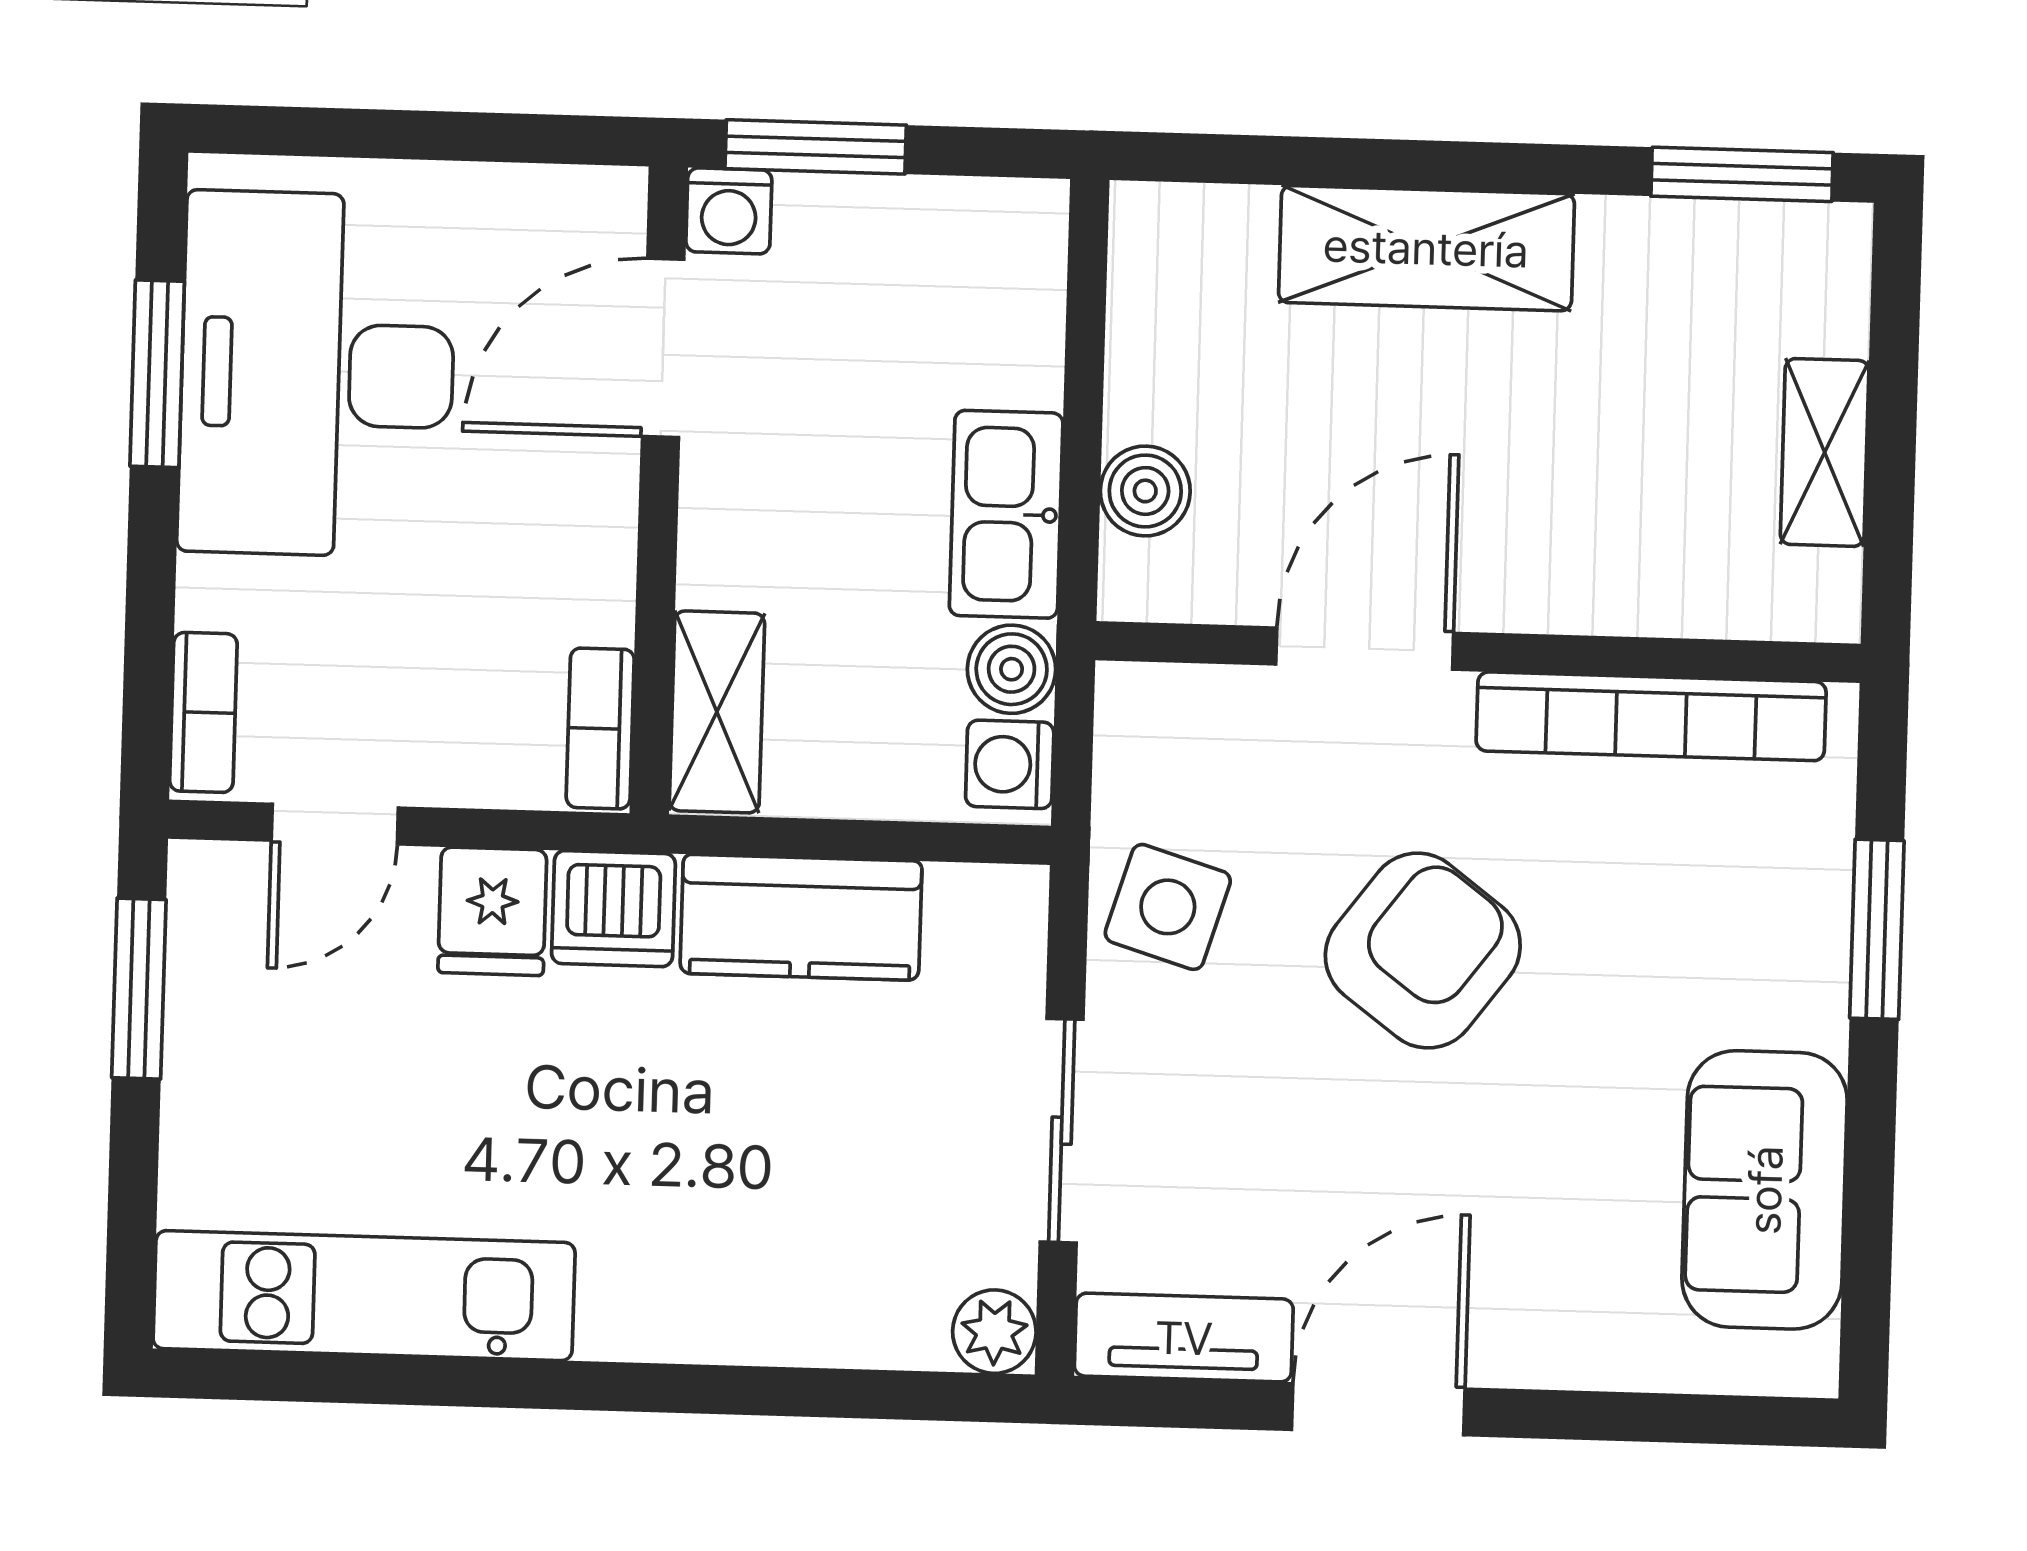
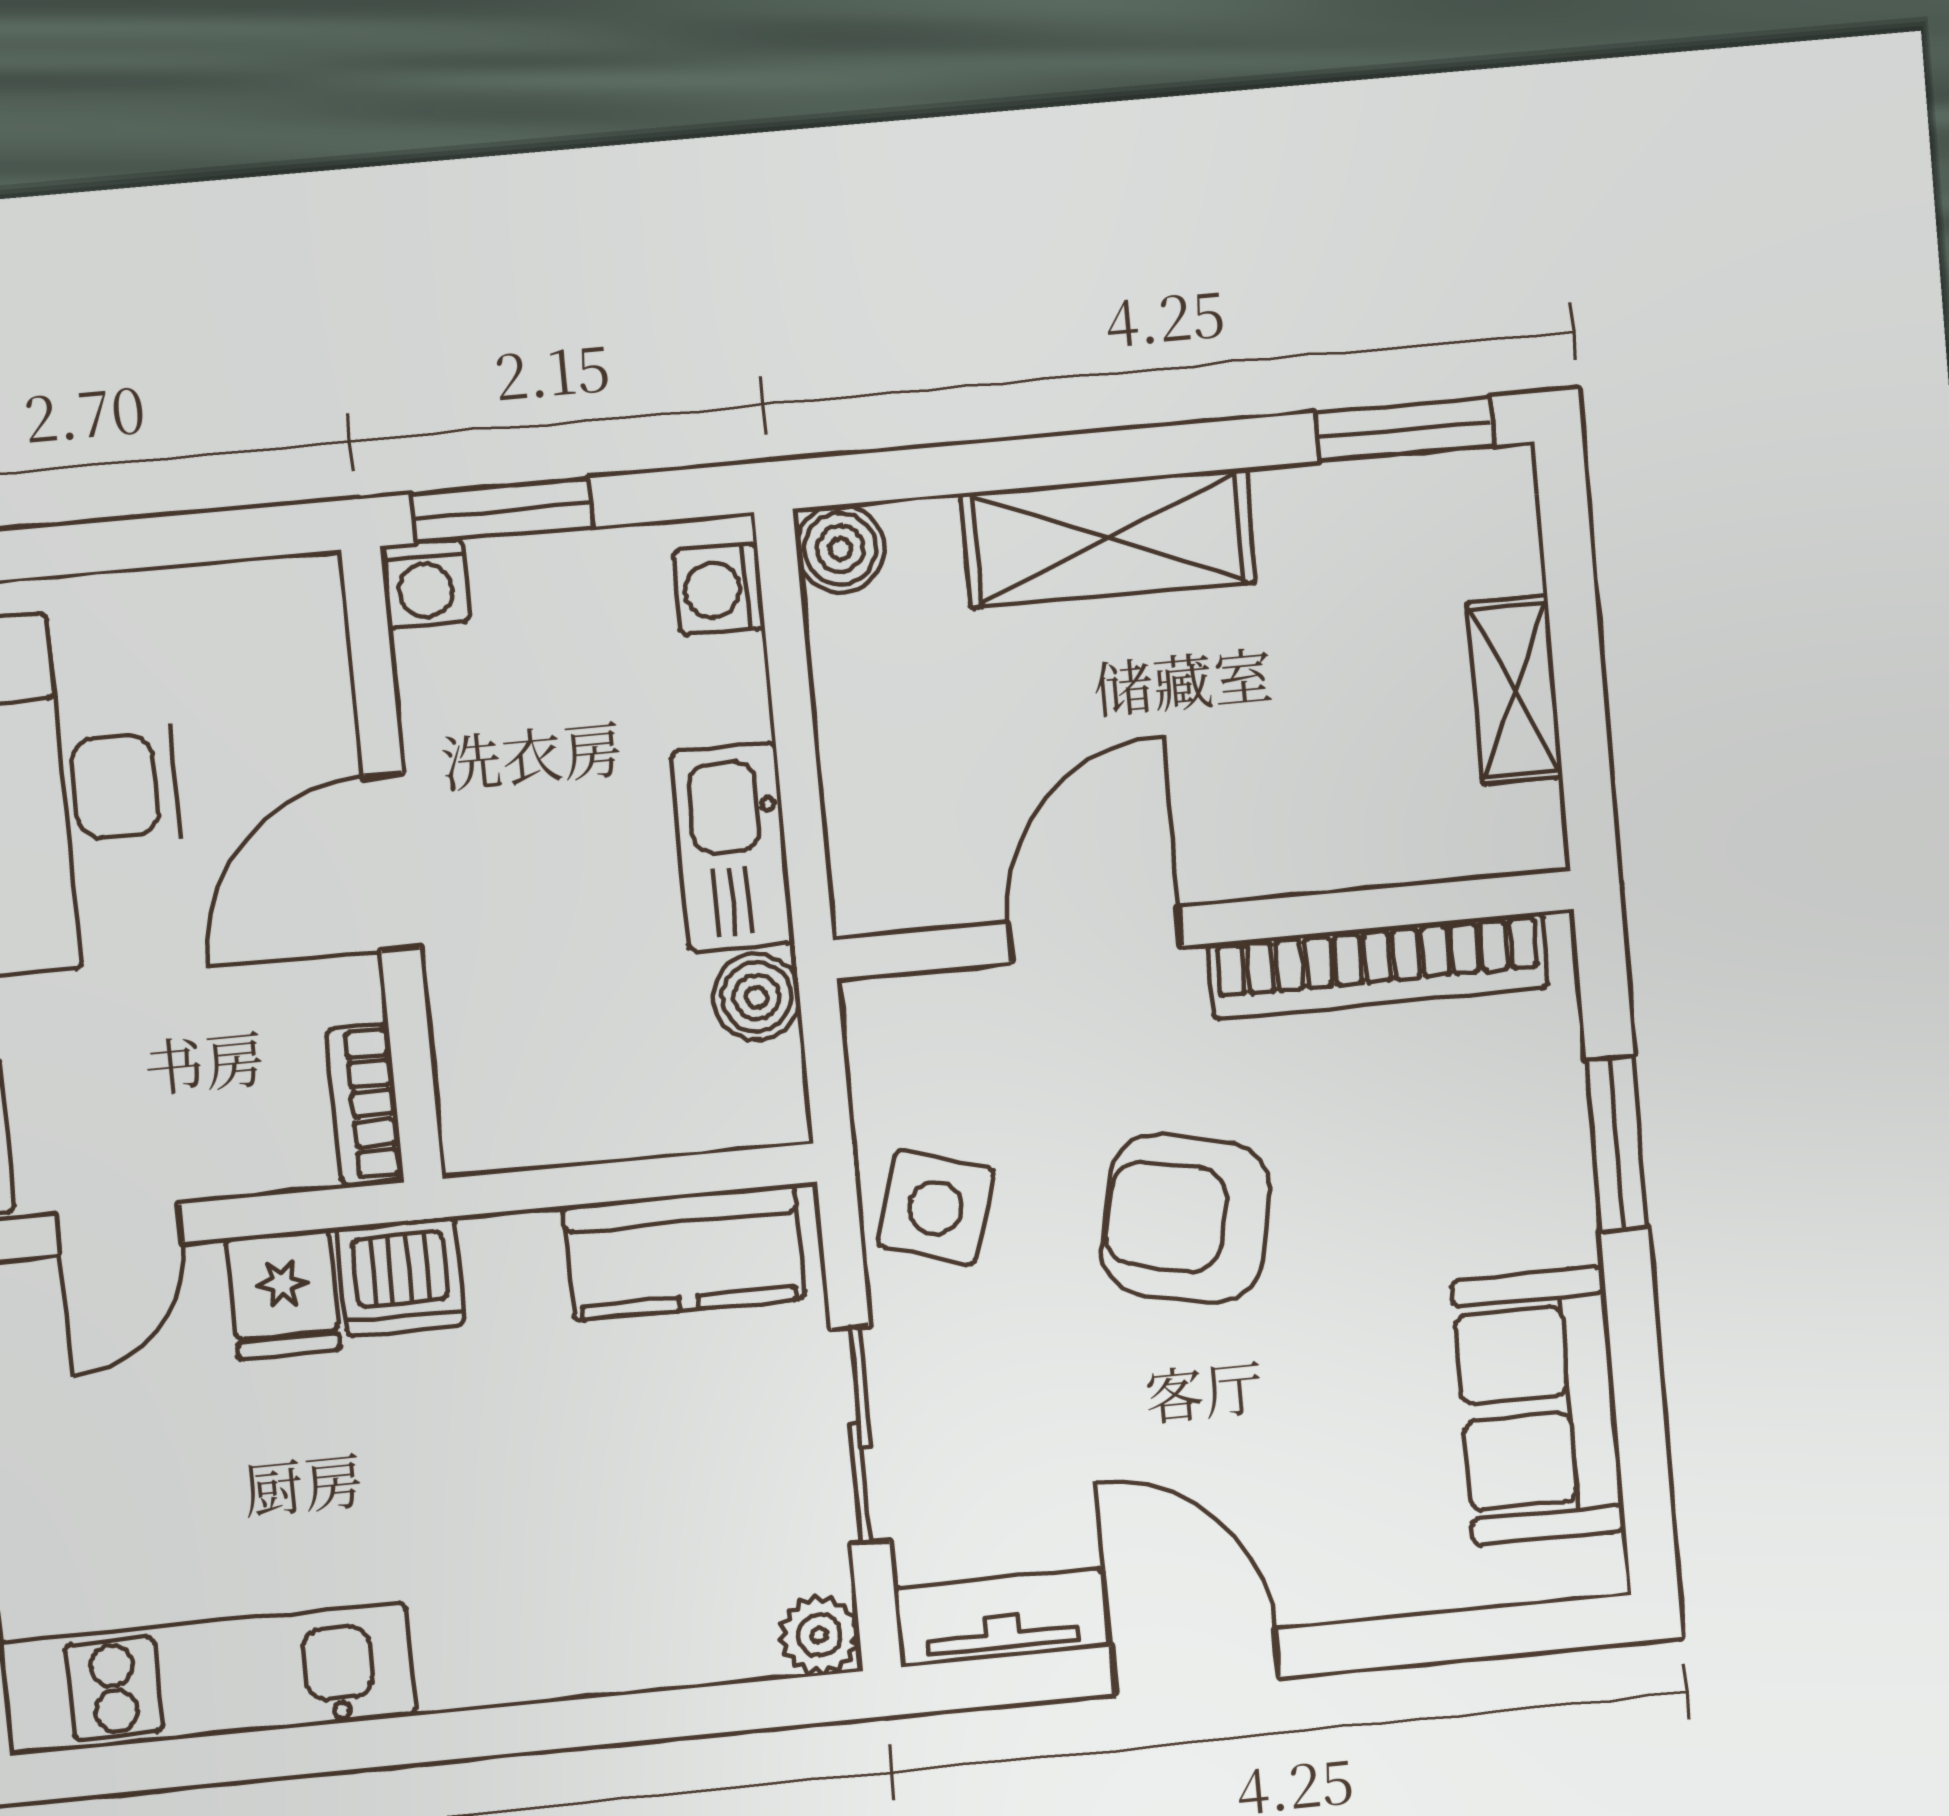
door: (663, 348) -> (392, 862), moved
boiler: (1145, 491) -> (840, 549), moved
shelving: (717, 712) -> (476, 1074), removed
washing machine: (1010, 764) -> (719, 589), moved
kitchen counter: (801, 917) -> (684, 1252), moved
armchair: (1423, 951) -> (1186, 1219), turned -115
door: (1378, 1409) -> (1195, 1662), hinge flipped

